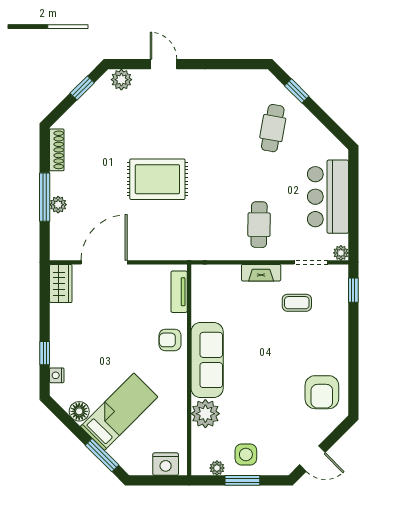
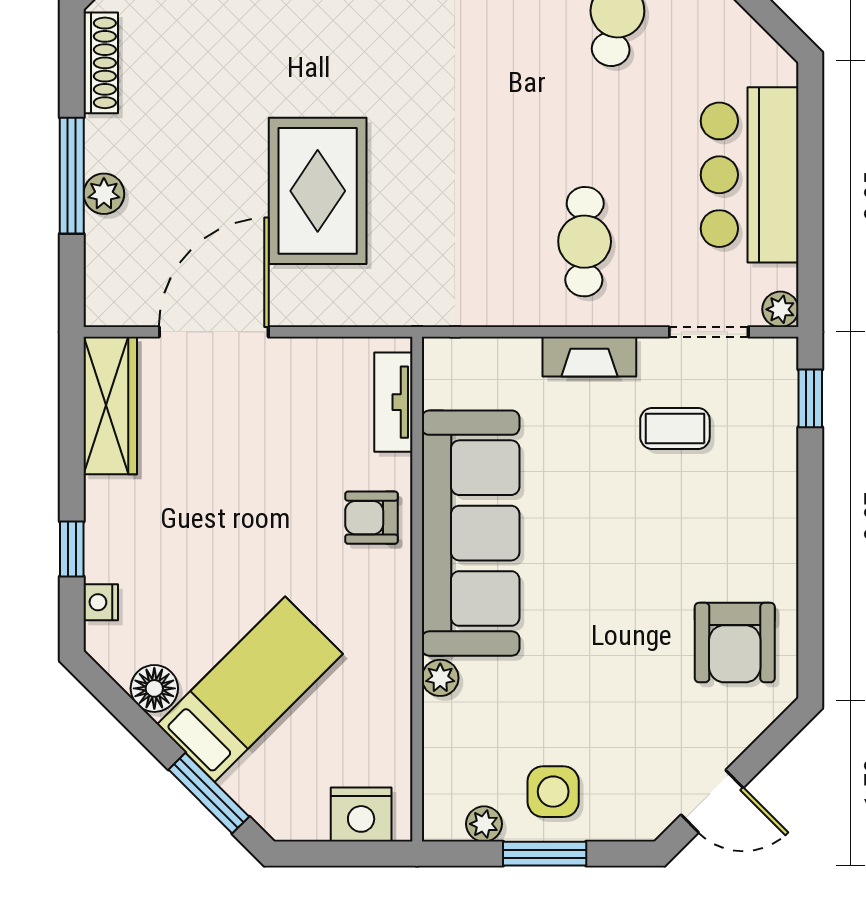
rug: (157, 179) -> (318, 191), moved, turned 90
wardrobe: (61, 284) -> (110, 406), width x1.50
sofa: (207, 360) -> (471, 533), width x1.36, depth x1.27
plant: (205, 414) -> (440, 678), width x0.53, depth x0.53

